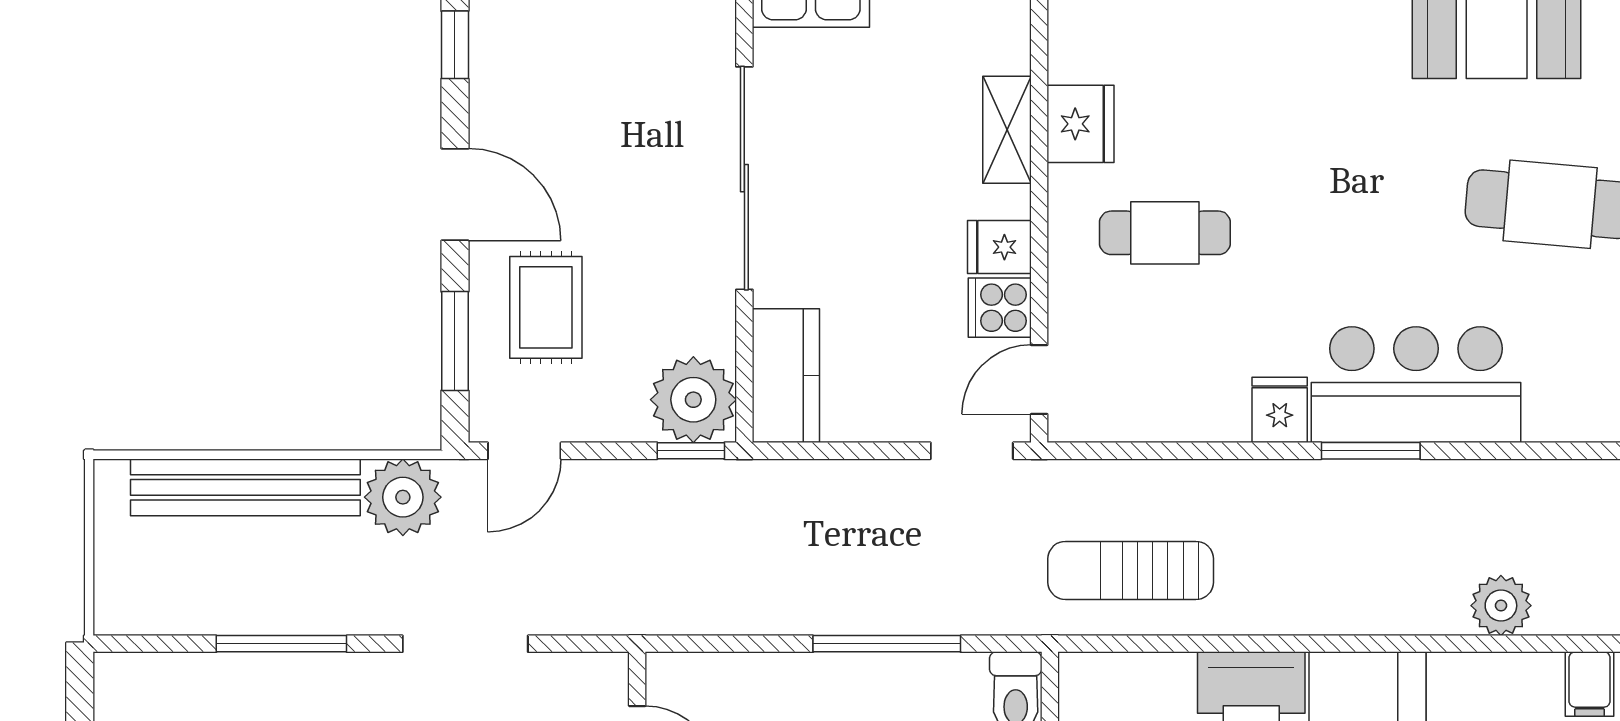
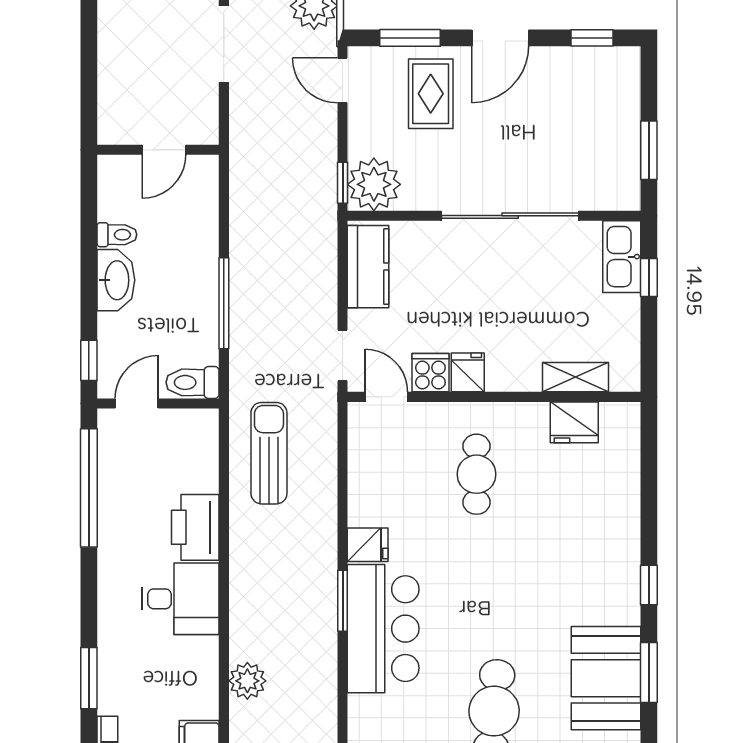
fridge: (1080, 124) -> (574, 422), moved
shelving: (1007, 130) -> (576, 377), moved
rug: (546, 307) -> (431, 94), turned 90
kitchen counter: (786, 376) -> (368, 267), moved, turned -90

